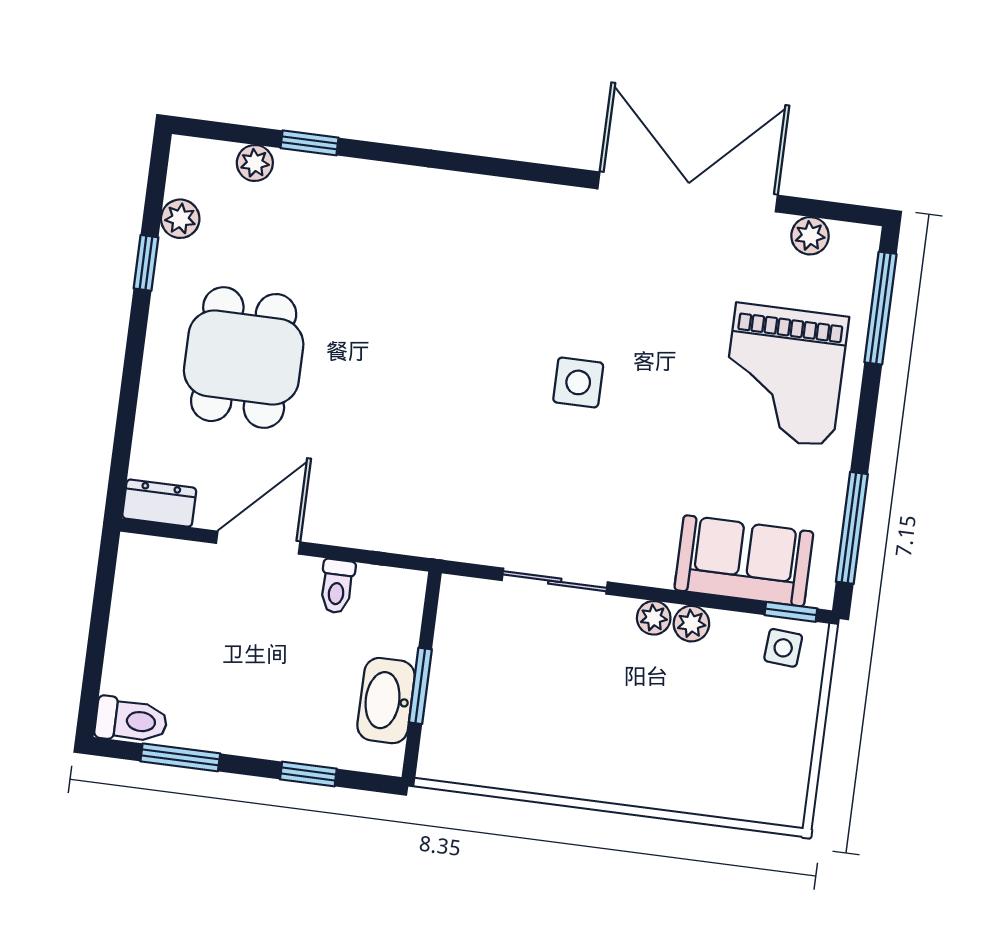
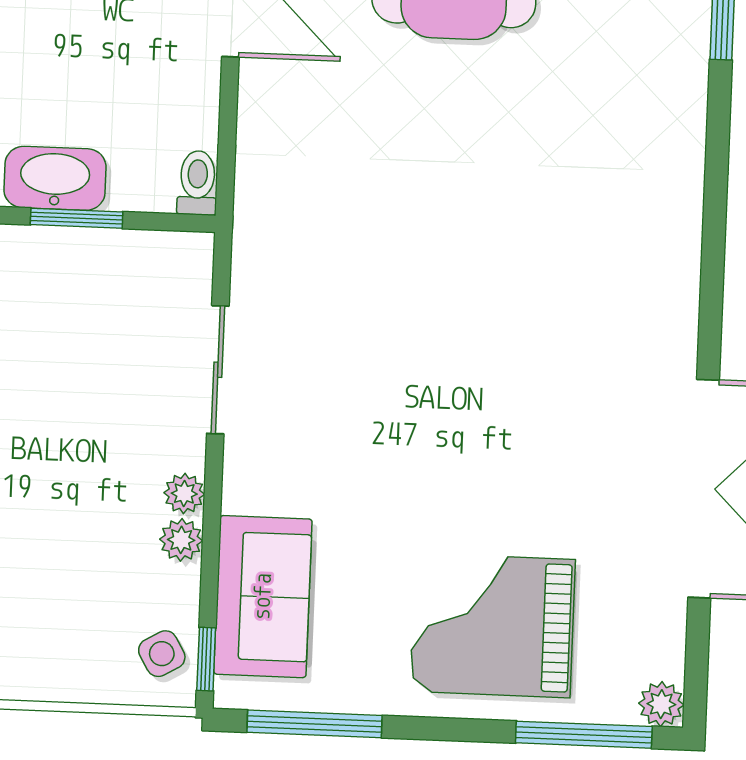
plant: (810, 236) -> (661, 704), moved
side table: (578, 382) -> (461, 377), removed
toilet: (337, 586) -> (197, 183), moved, turned 90
side table: (783, 648) -> (162, 654), turned -34

